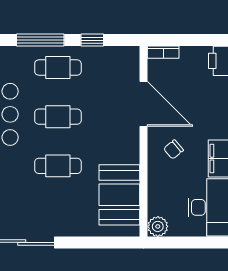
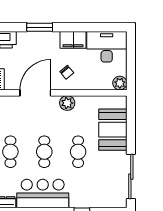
plant: (129, 150) -> (67, 103), added
booth: (119, 195) -> (113, 130), moved, turned 90

